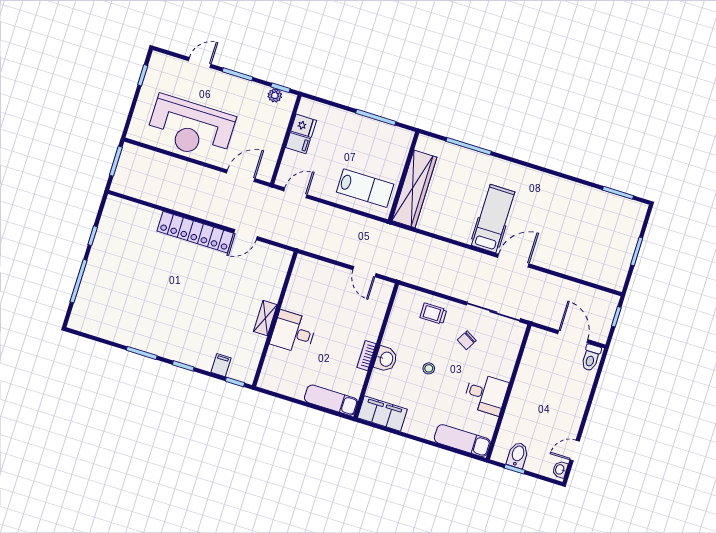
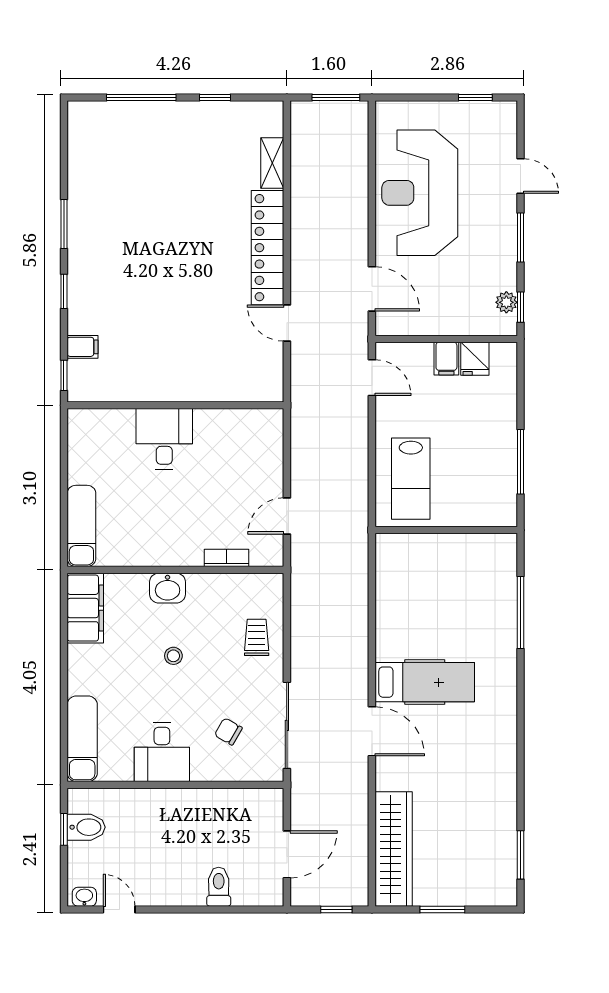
wardrobe: (414, 189) -> (394, 849), moved, turned -90
shelving: (265, 318) -> (272, 163), moved, turned 90
chair: (467, 340) -> (228, 731), moved
bookcase: (367, 356) -> (226, 558), moved
toilet: (591, 358) -> (219, 887), moved, turned 90

